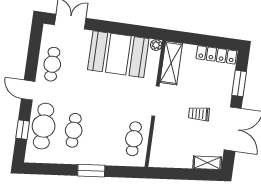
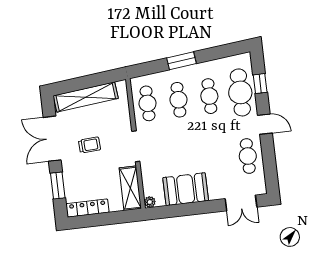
booth: (118, 54) -> (186, 189), width x0.73, depth x0.70
cafe table: (104, 135) -> (178, 100), added
shelving: (207, 163) -> (86, 97), width x2.20, depth x1.33

